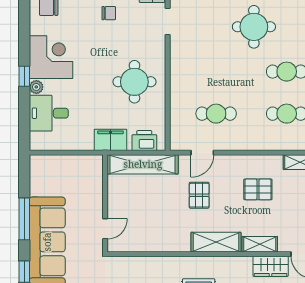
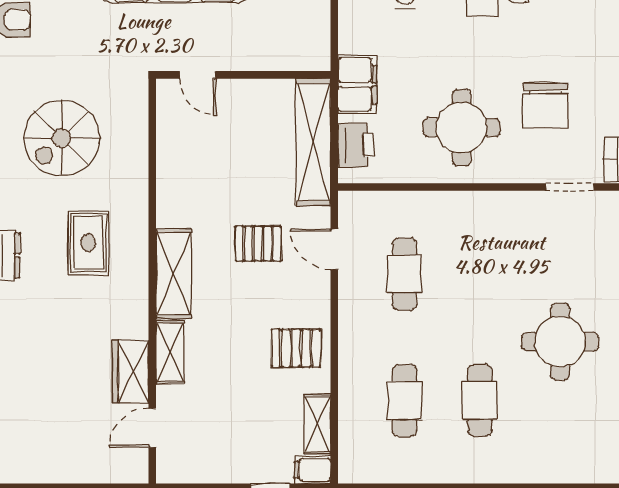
chair: (109, 13) -> (546, 105), moved, width x1.87, depth x1.87
pallet: (258, 189) -> (296, 348), moved, turned 90

